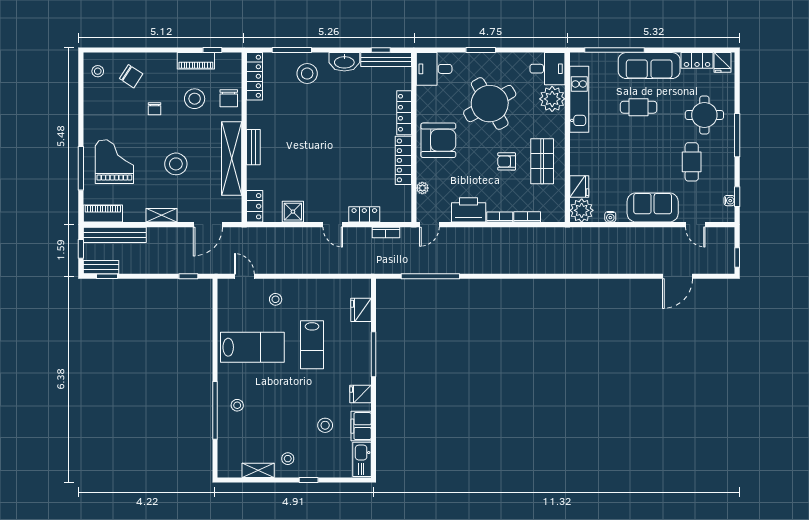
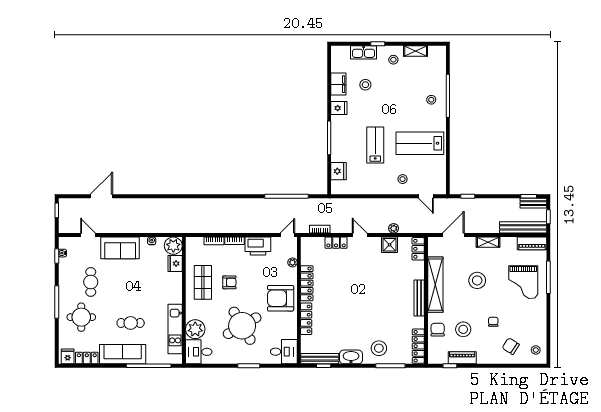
bench: (253, 147) -> (419, 298), width x1.36
plant: (287, 234) -> (394, 228), added
kitchen sink: (362, 459) -> (364, 52), moved, turned 90

